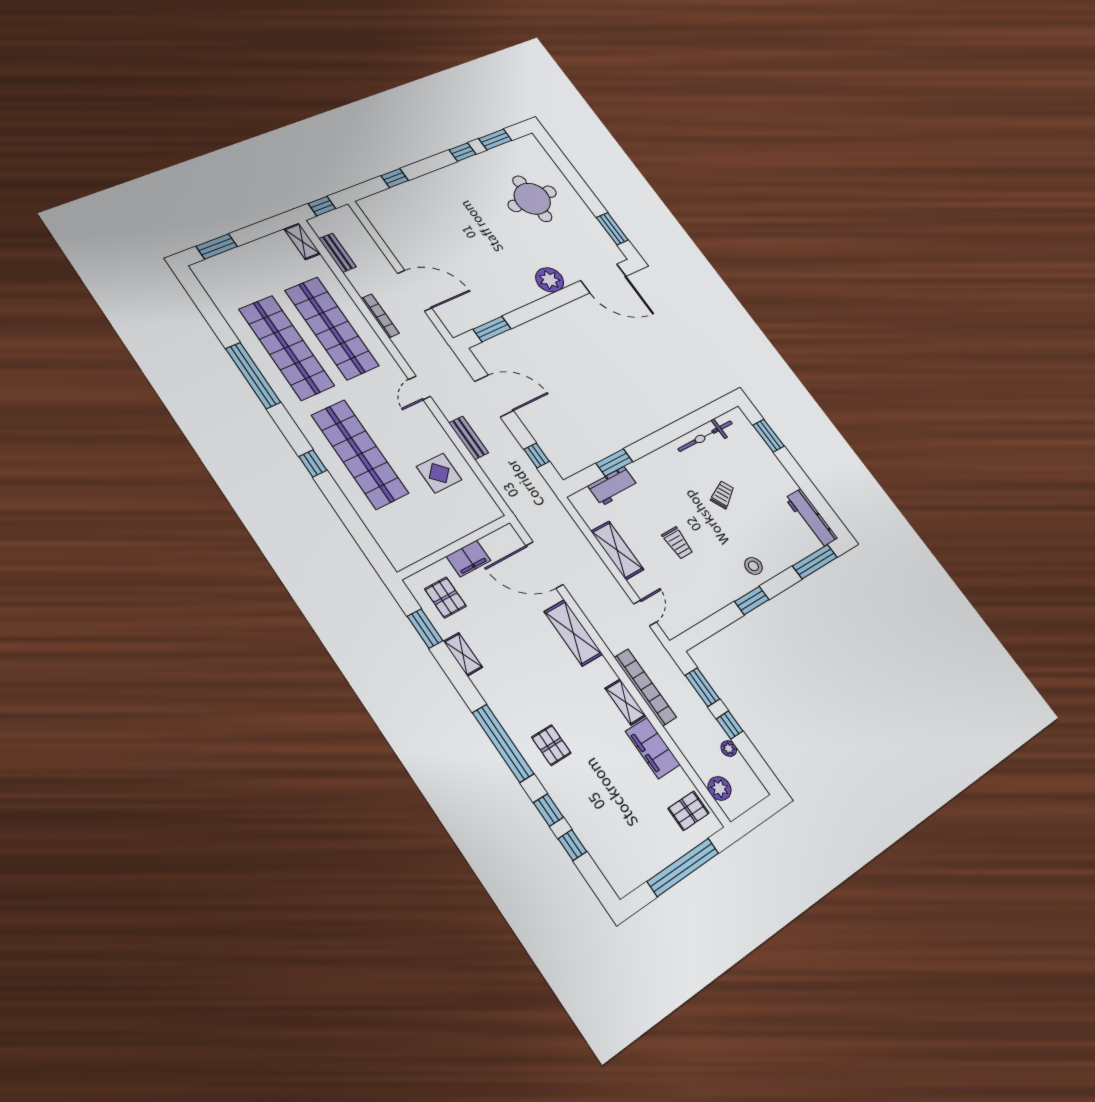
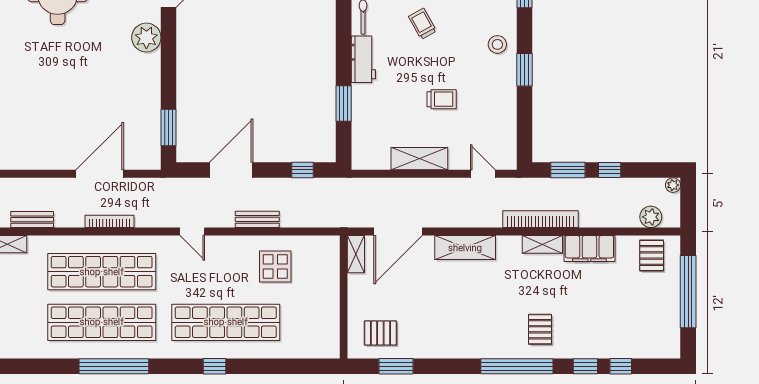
workbench: (613, 486) -> (363, 59), moved
filing cabinet: (469, 558) -> (359, 292), removed
shelving: (463, 654) -> (356, 254), moved, turned 90
pallet: (551, 745) -> (540, 329), turned 90
plant: (729, 749) -> (673, 185), moved

